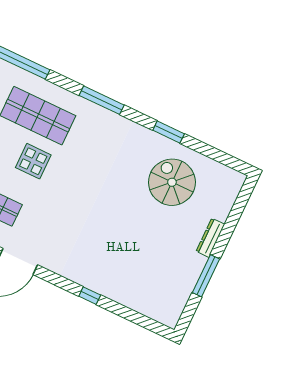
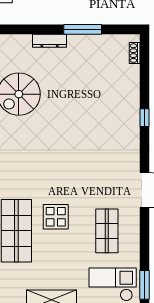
shoe rack: (158, 316) -> (135, 53), added

